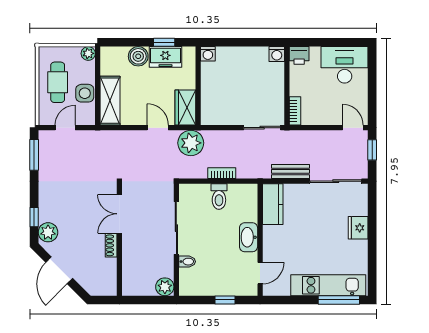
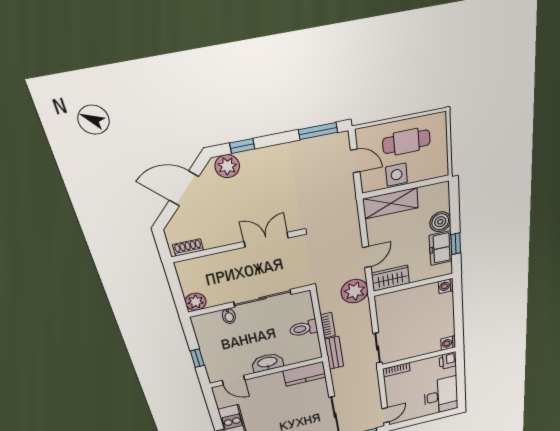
plant: (88, 53) -> (441, 169), removed
bench: (291, 171) -> (334, 353), moved
shoe rack: (111, 245) -> (188, 247), moved

